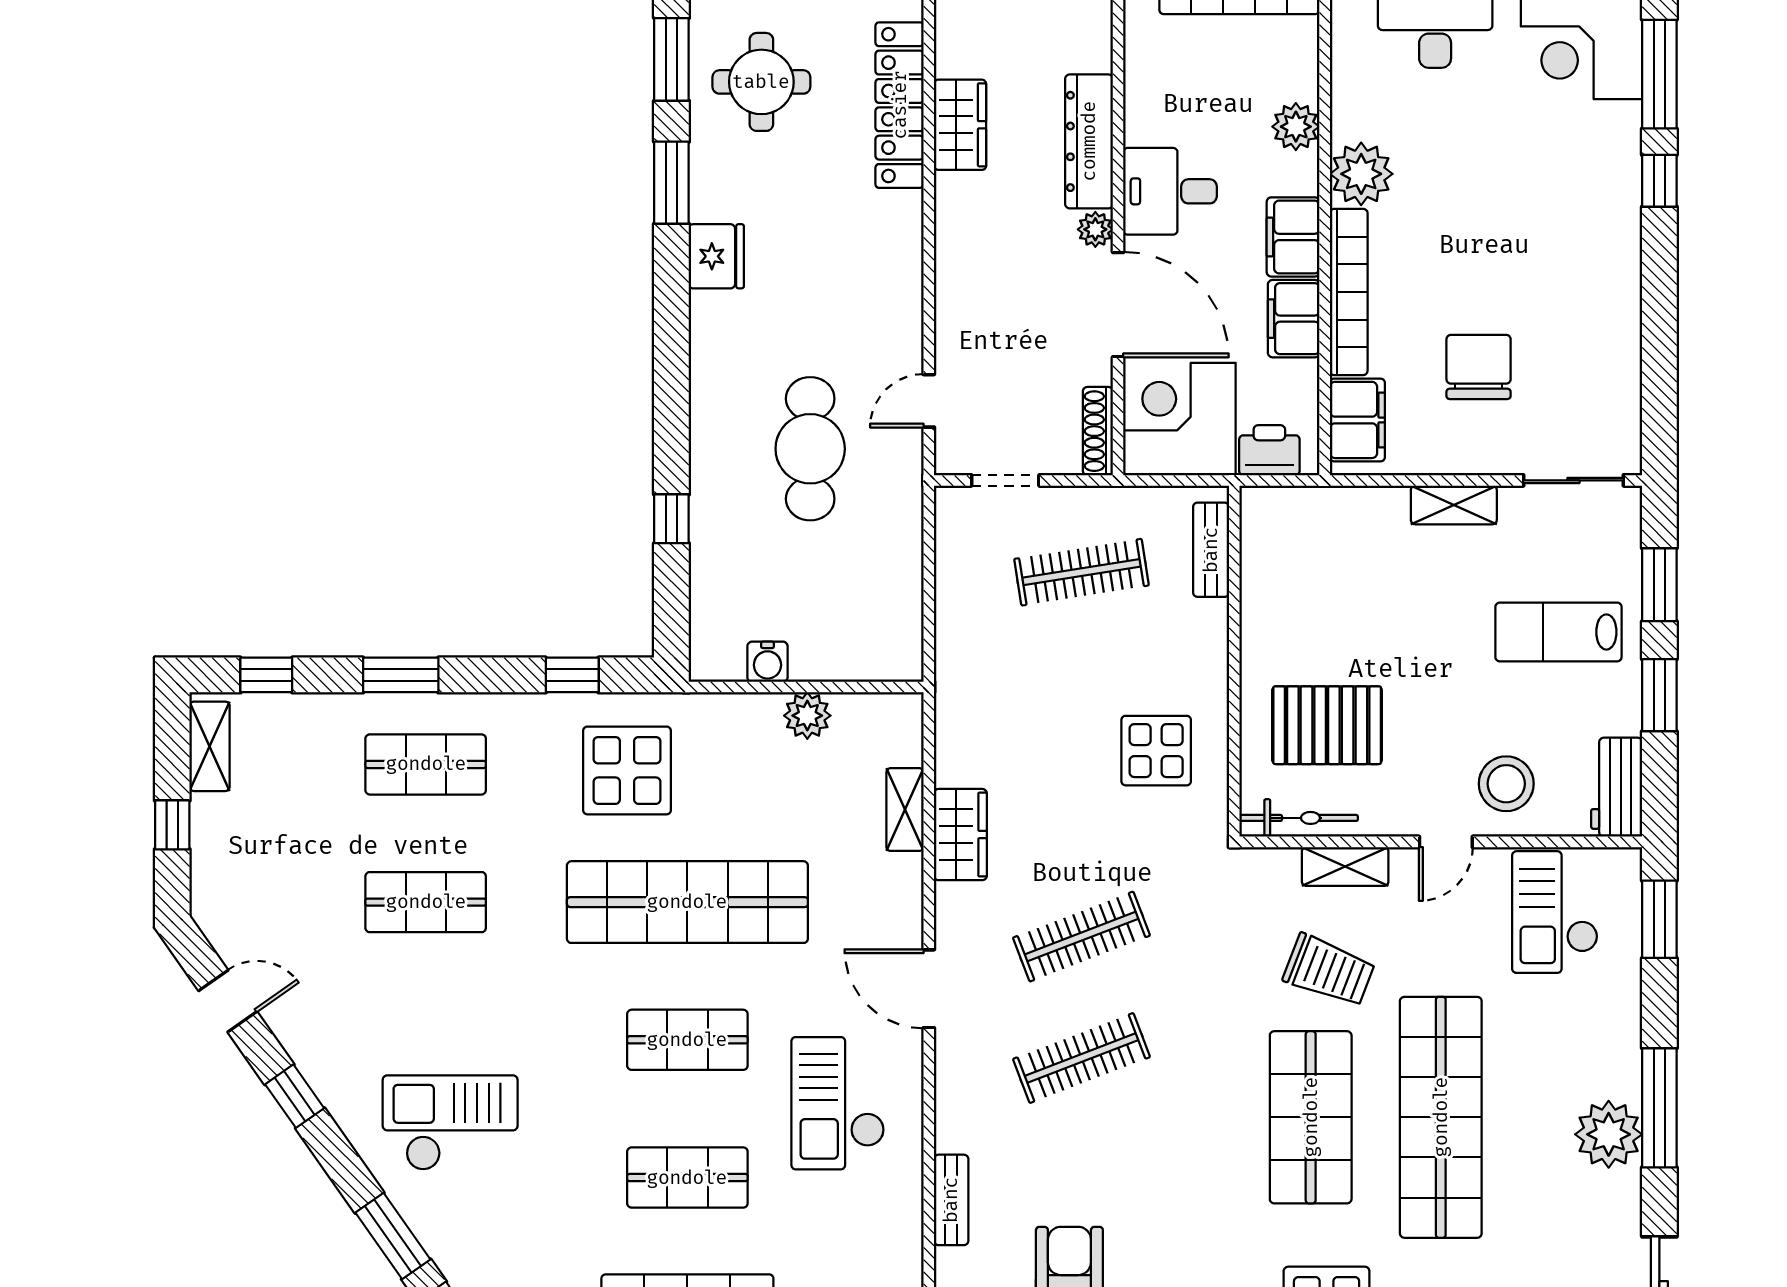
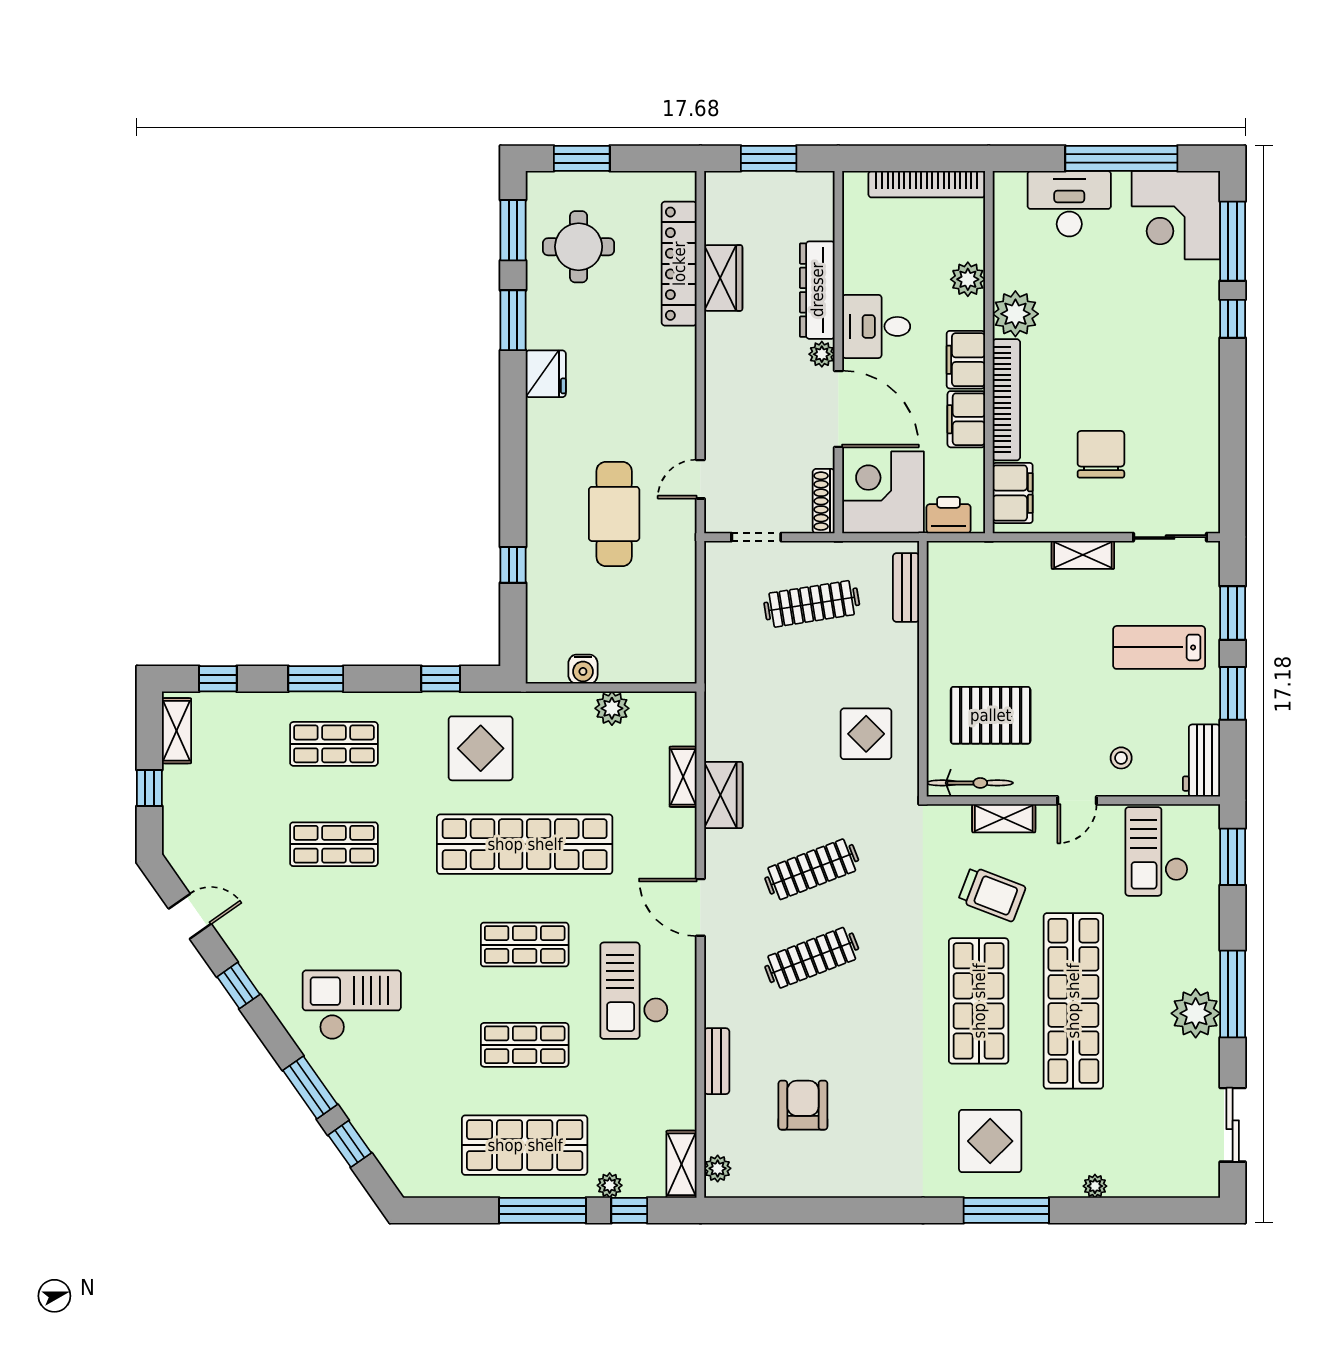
stool: (1506, 784) -> (1121, 758), width x0.53, depth x0.53

